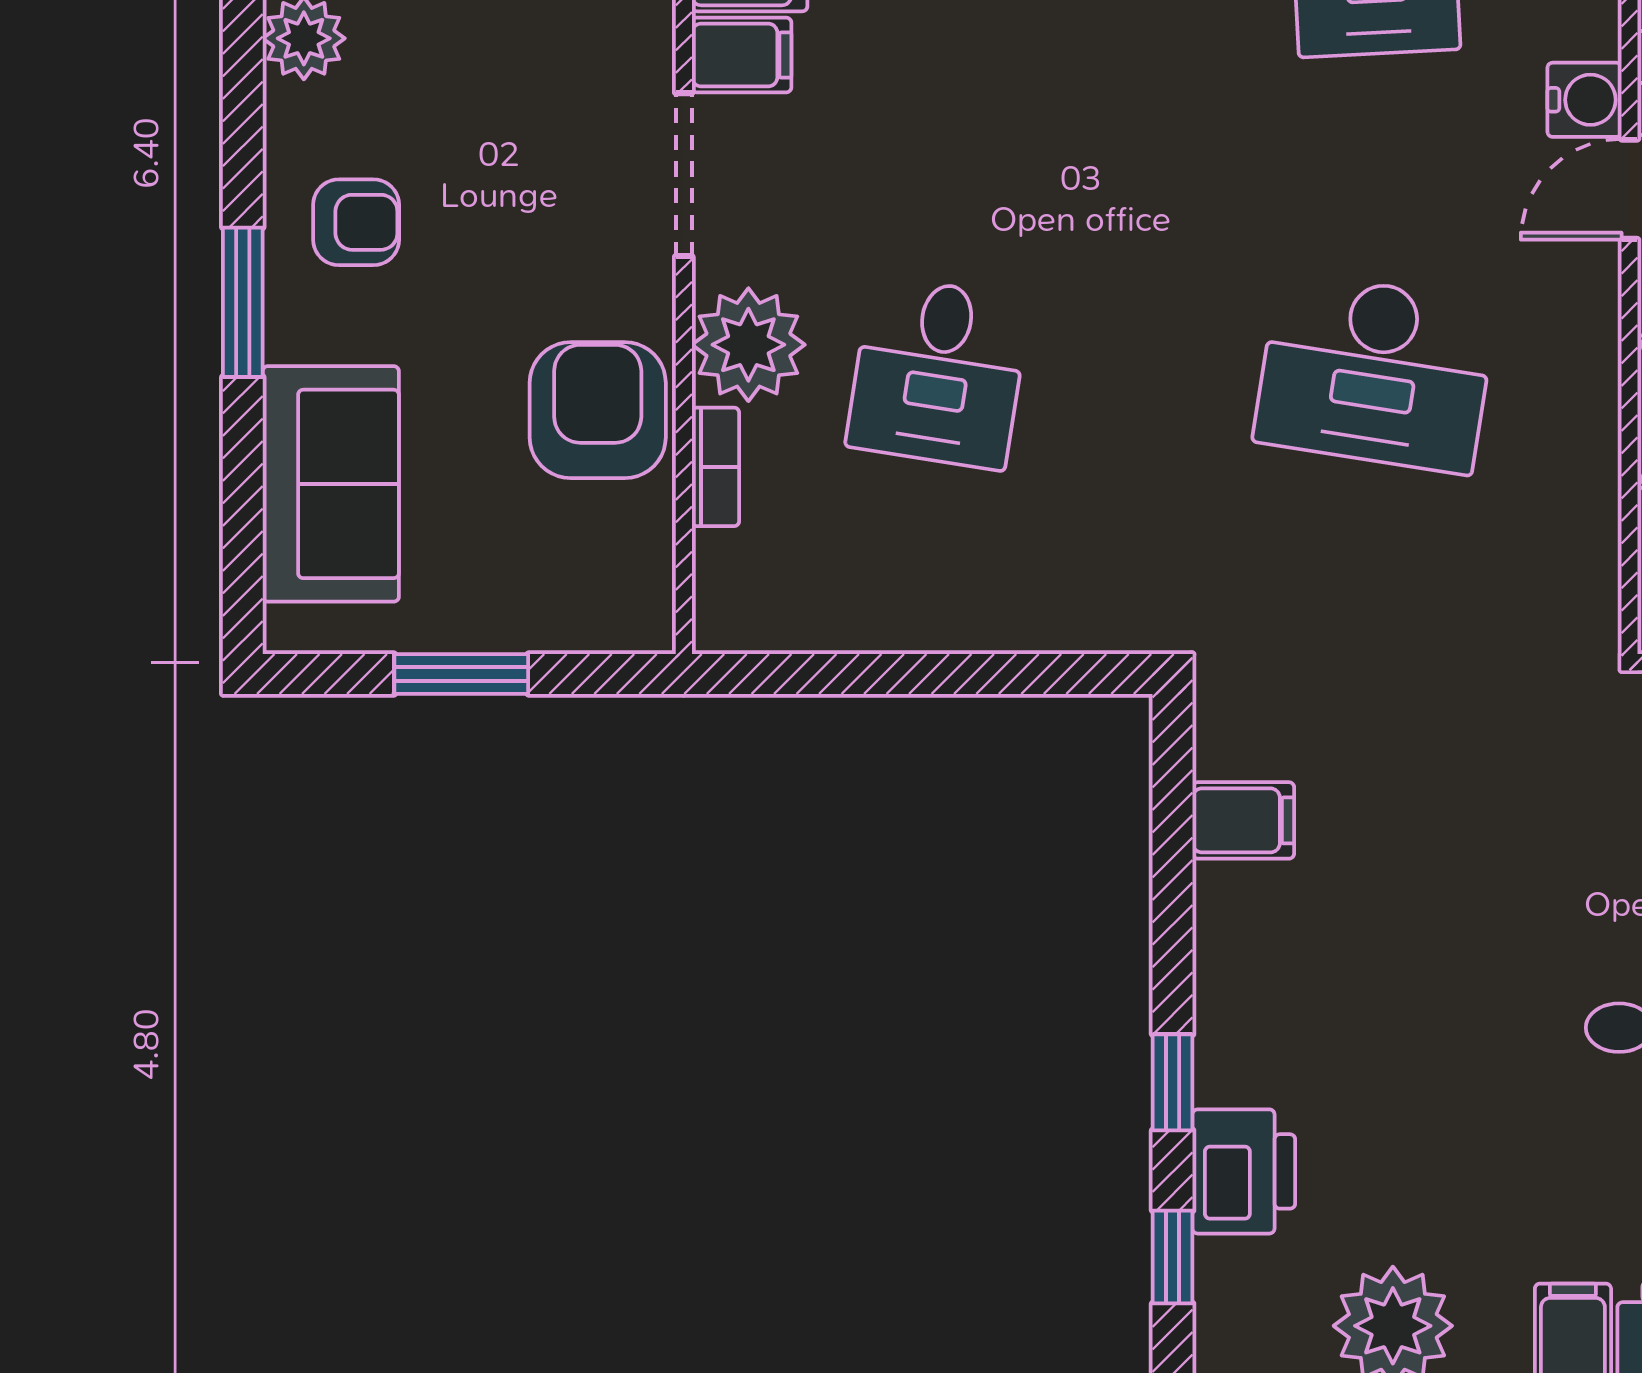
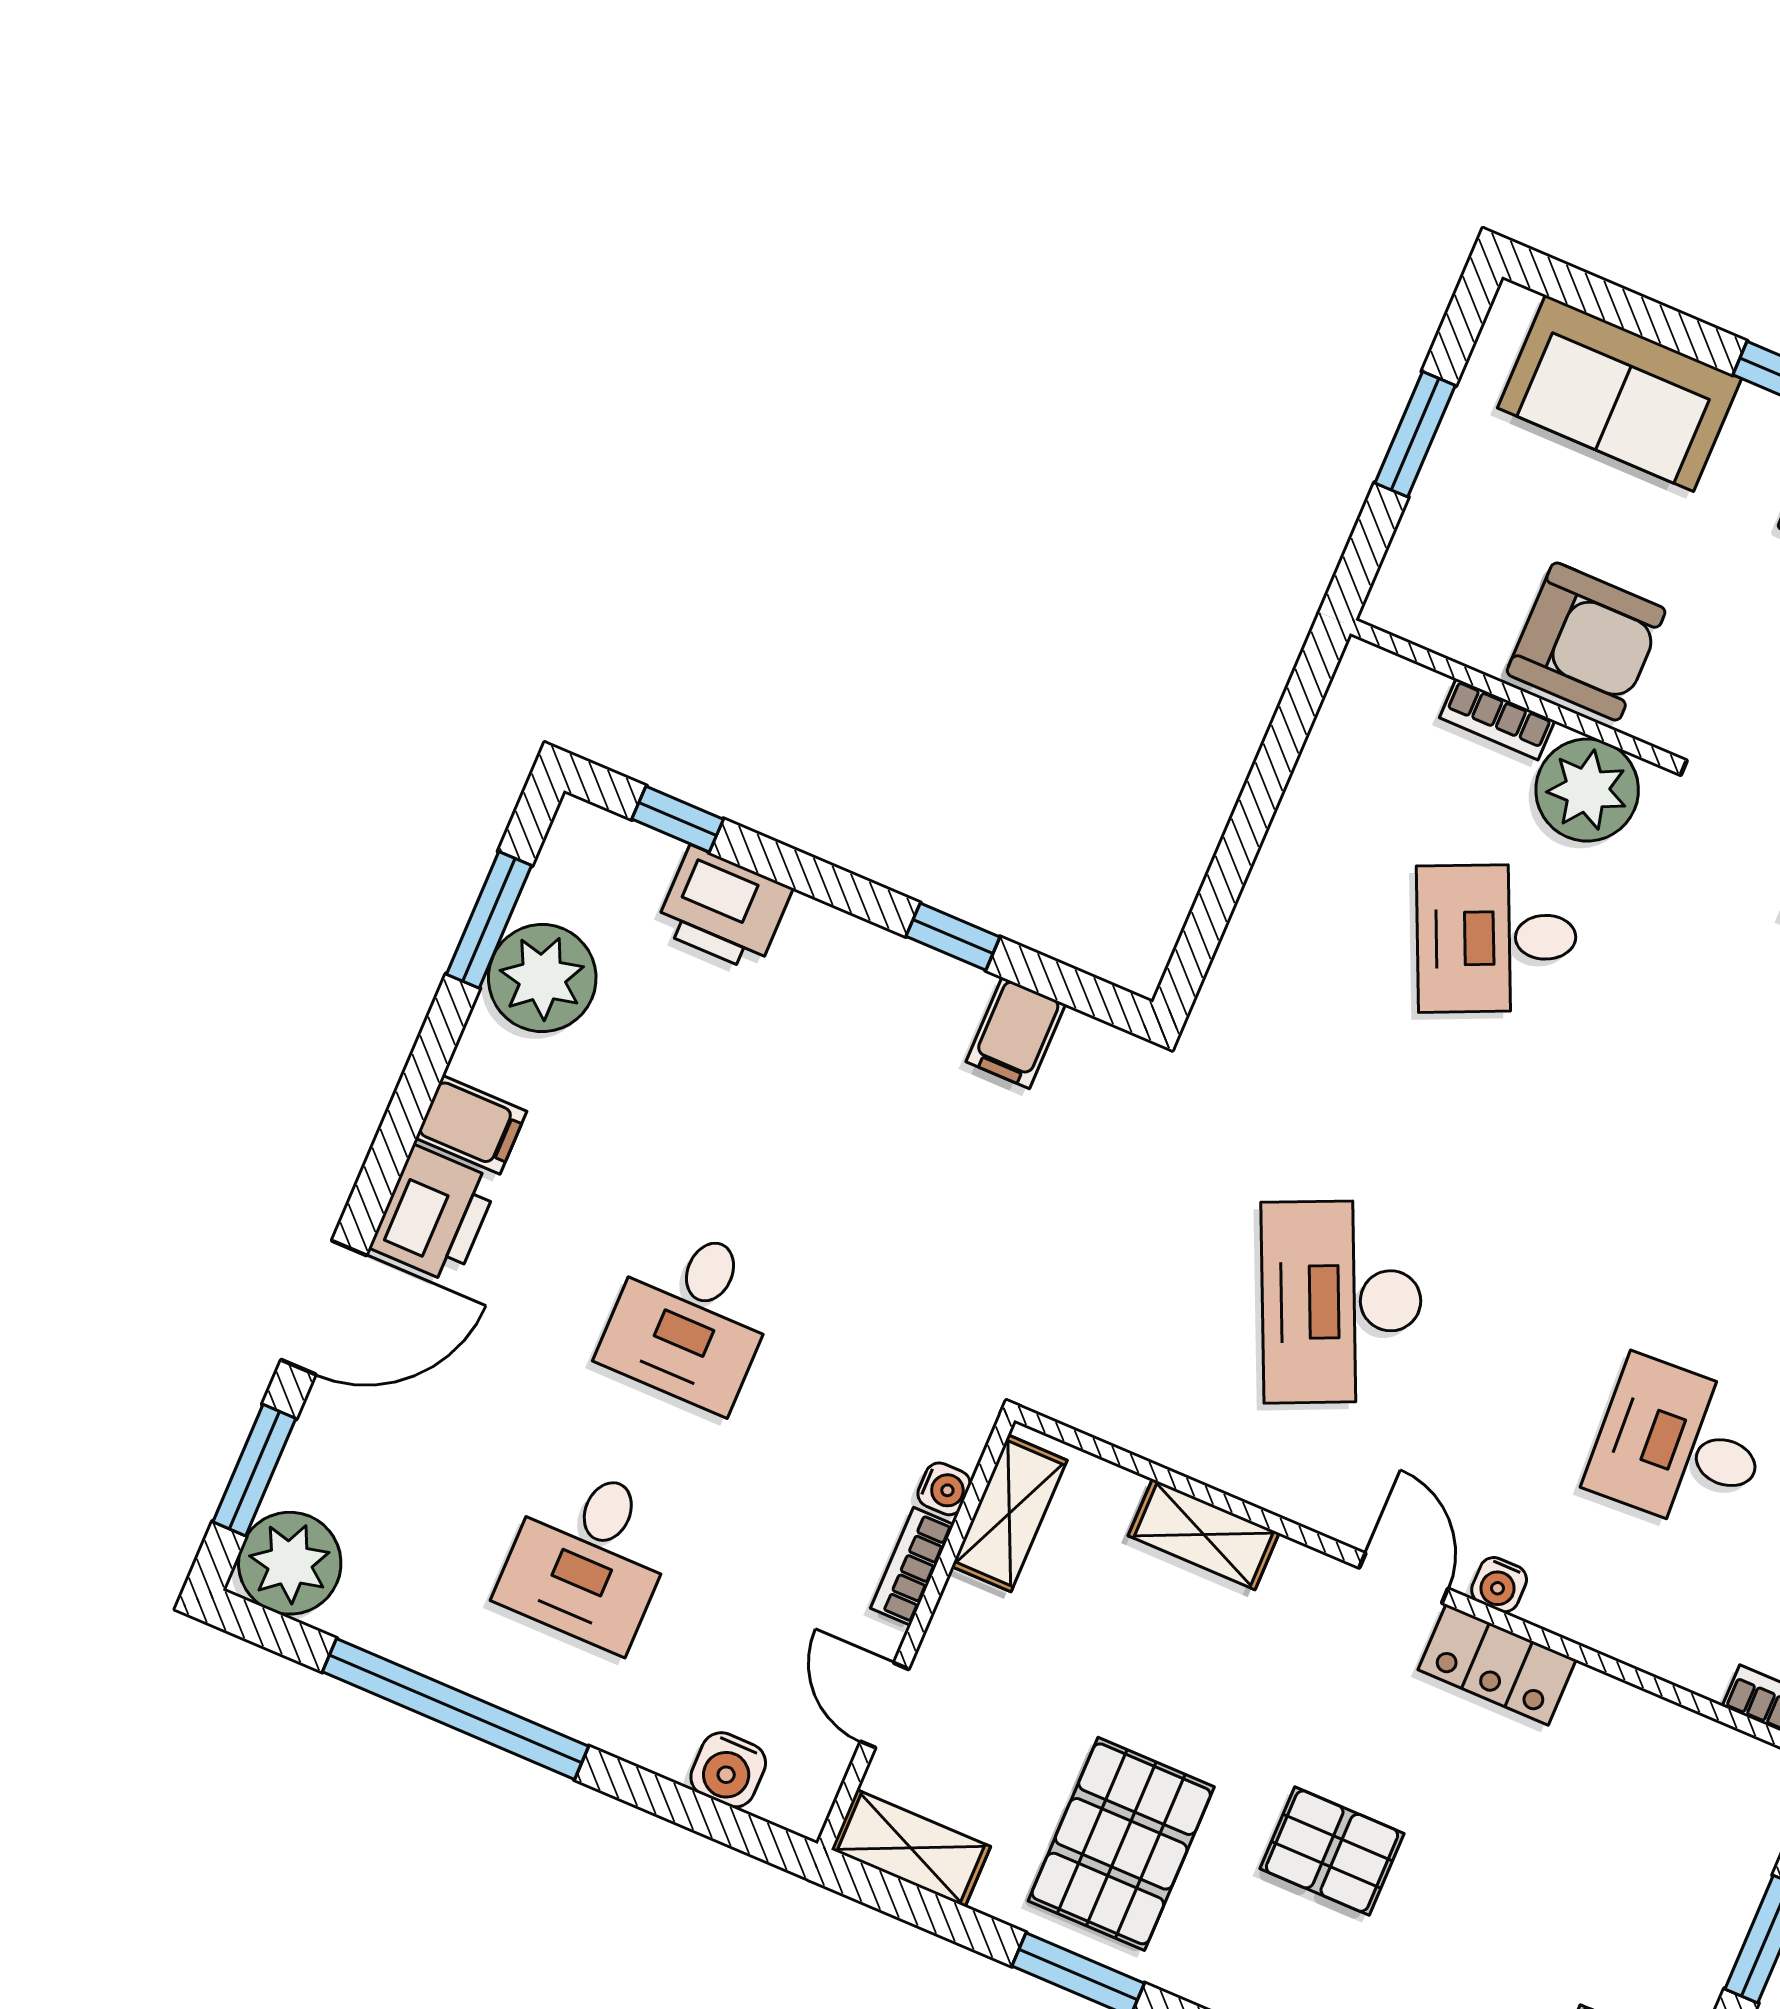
water cooler: (1585, 100) -> (1499, 1585), width x0.72, depth x0.72
desk: (938, 373) -> (1497, 938), turned -33
desk: (1375, 373) -> (1342, 1302), turned -33
window: (1173, 1082) -> (953, 937), moved

